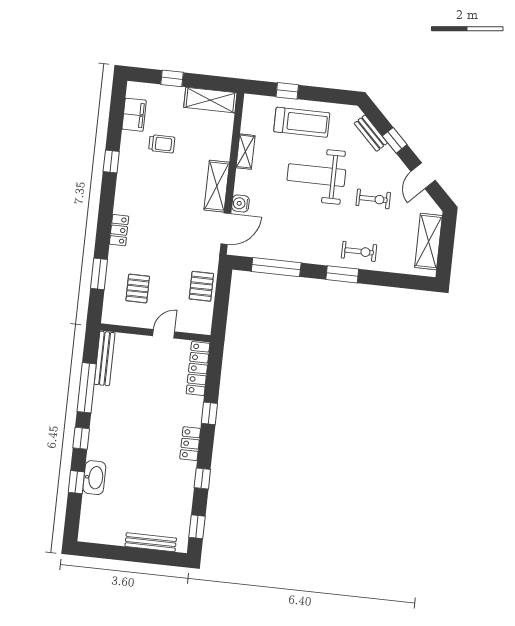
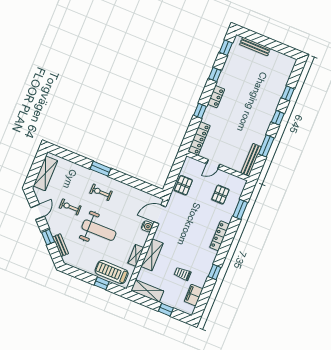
treadmill: (302, 122) -> (112, 272), moved
shelving: (217, 186) -> (152, 255), moved
locker: (119, 230) -> (220, 236), width x1.53
exercise bike: (359, 251) -> (101, 192), moved
window: (276, 267) -> (137, 184), removed
window: (87, 388) -> (266, 146), width x0.69
washbasin: (94, 478) -> (277, 93), removed

